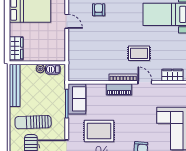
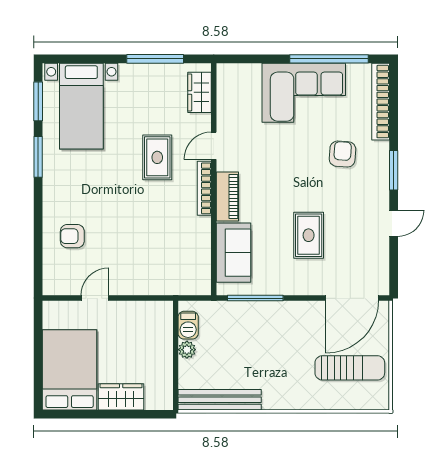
wardrobe: (16, 48) -> (121, 397), moved
sofa: (77, 99) -> (234, 253), moved, turned 90
sun lounger: (33, 122) -> (291, 364), removed
rug: (99, 131) -> (309, 235), width x0.73, depth x0.70

